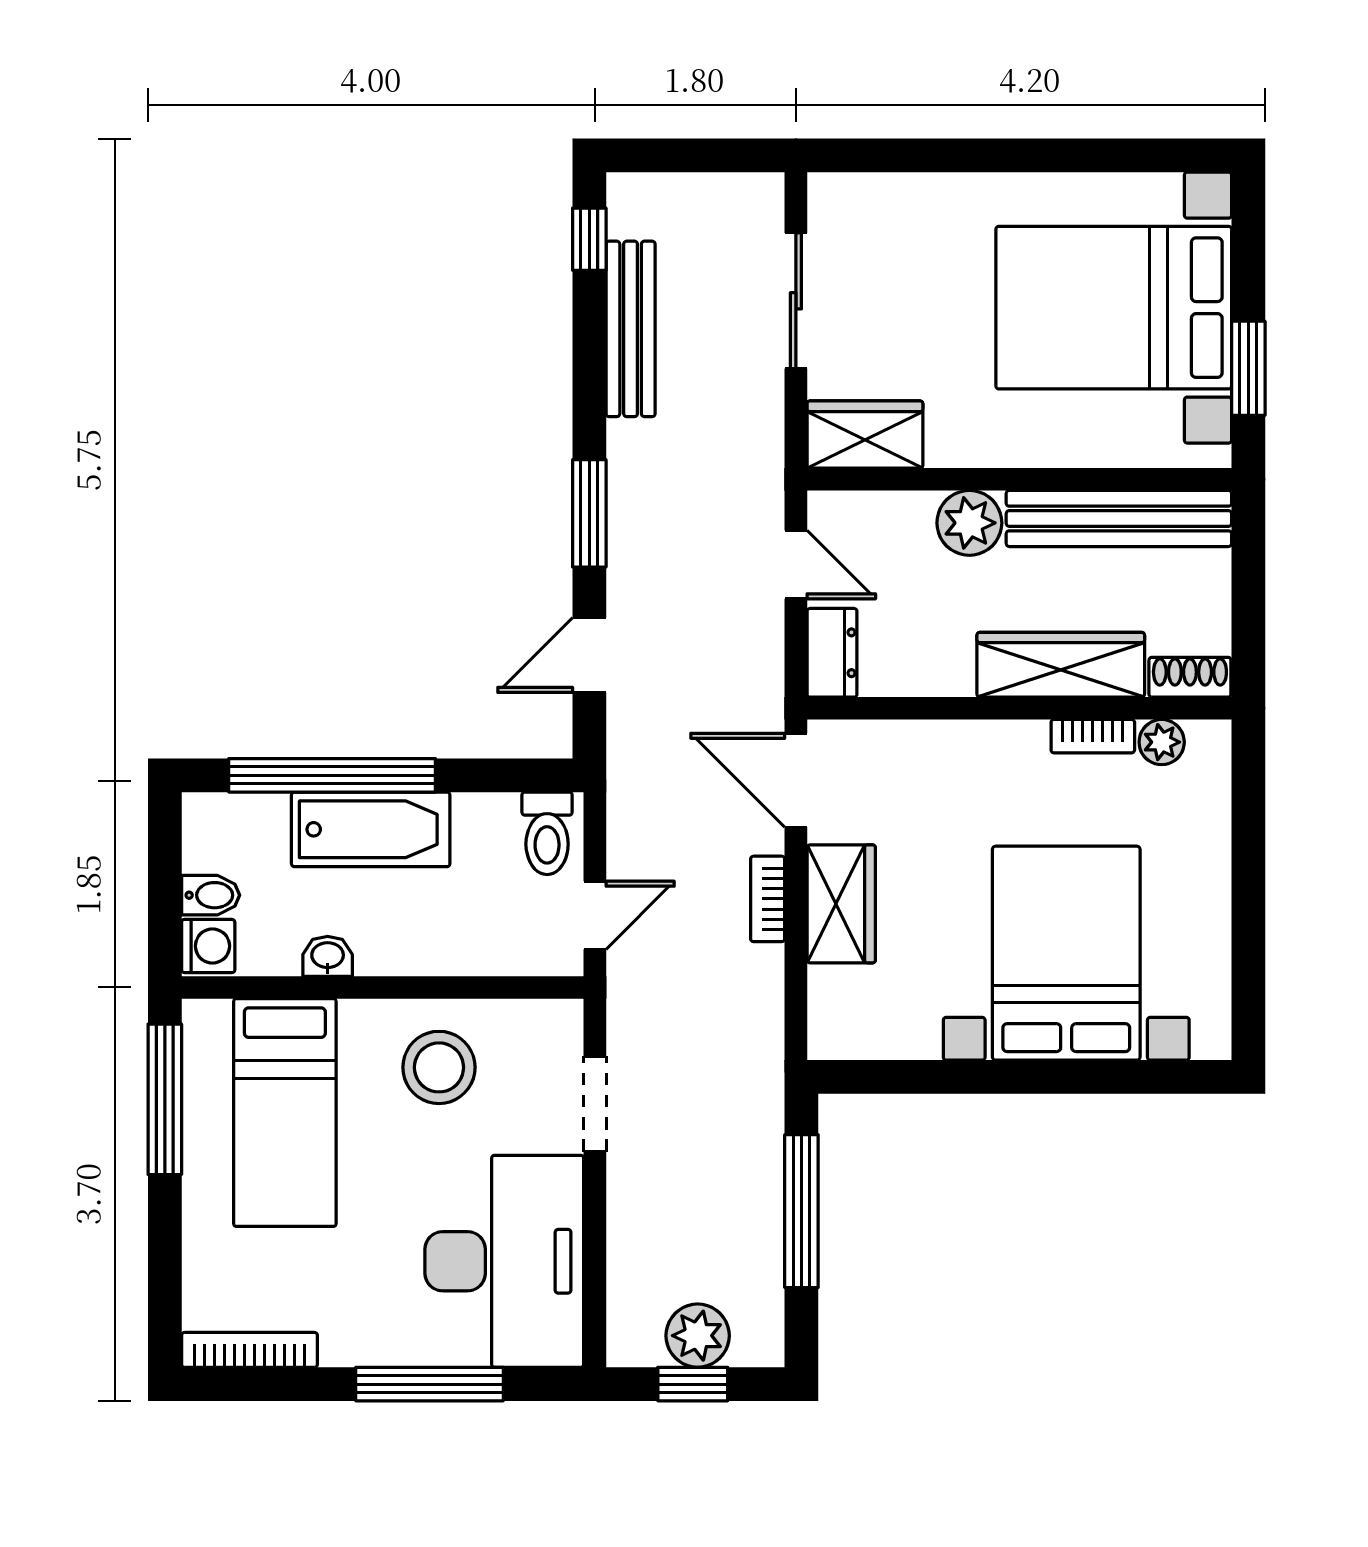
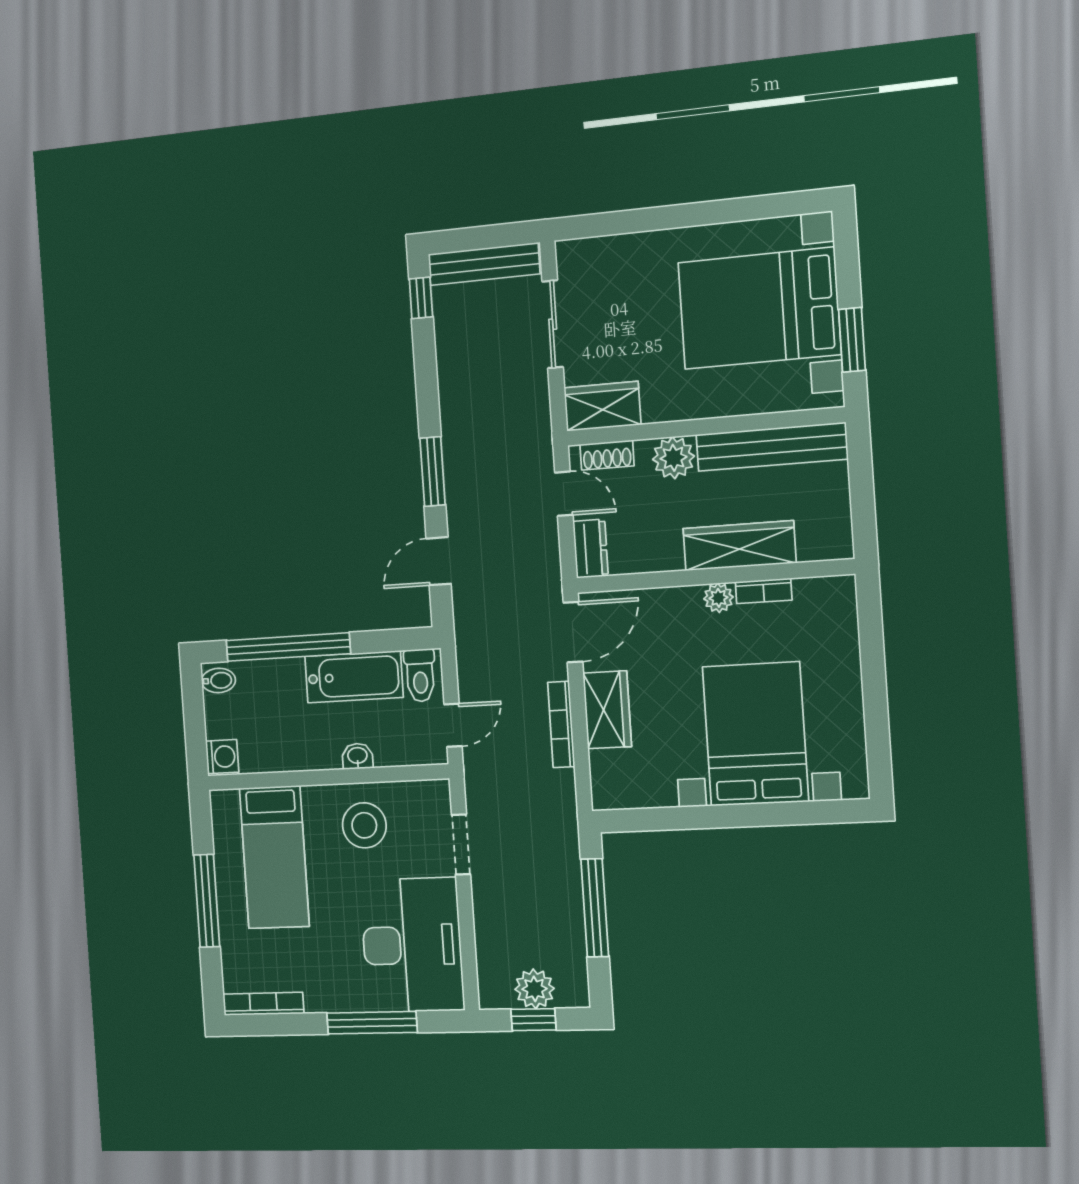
bench: (631, 329) -> (484, 264), moved, turned 90
shoe rack: (1190, 677) -> (607, 455), moved, turned 180
plant: (1162, 742) -> (718, 598), moved
door: (796, 780) -> (573, 632), swing flipped
bathtub: (371, 829) -> (354, 677), moved
bidet: (211, 895) -> (218, 680), moved
bookcase: (768, 899) -> (561, 724), width x1.56
washbasin: (328, 956) -> (357, 756), moved
window: (165, 1099) -> (207, 901), moved

